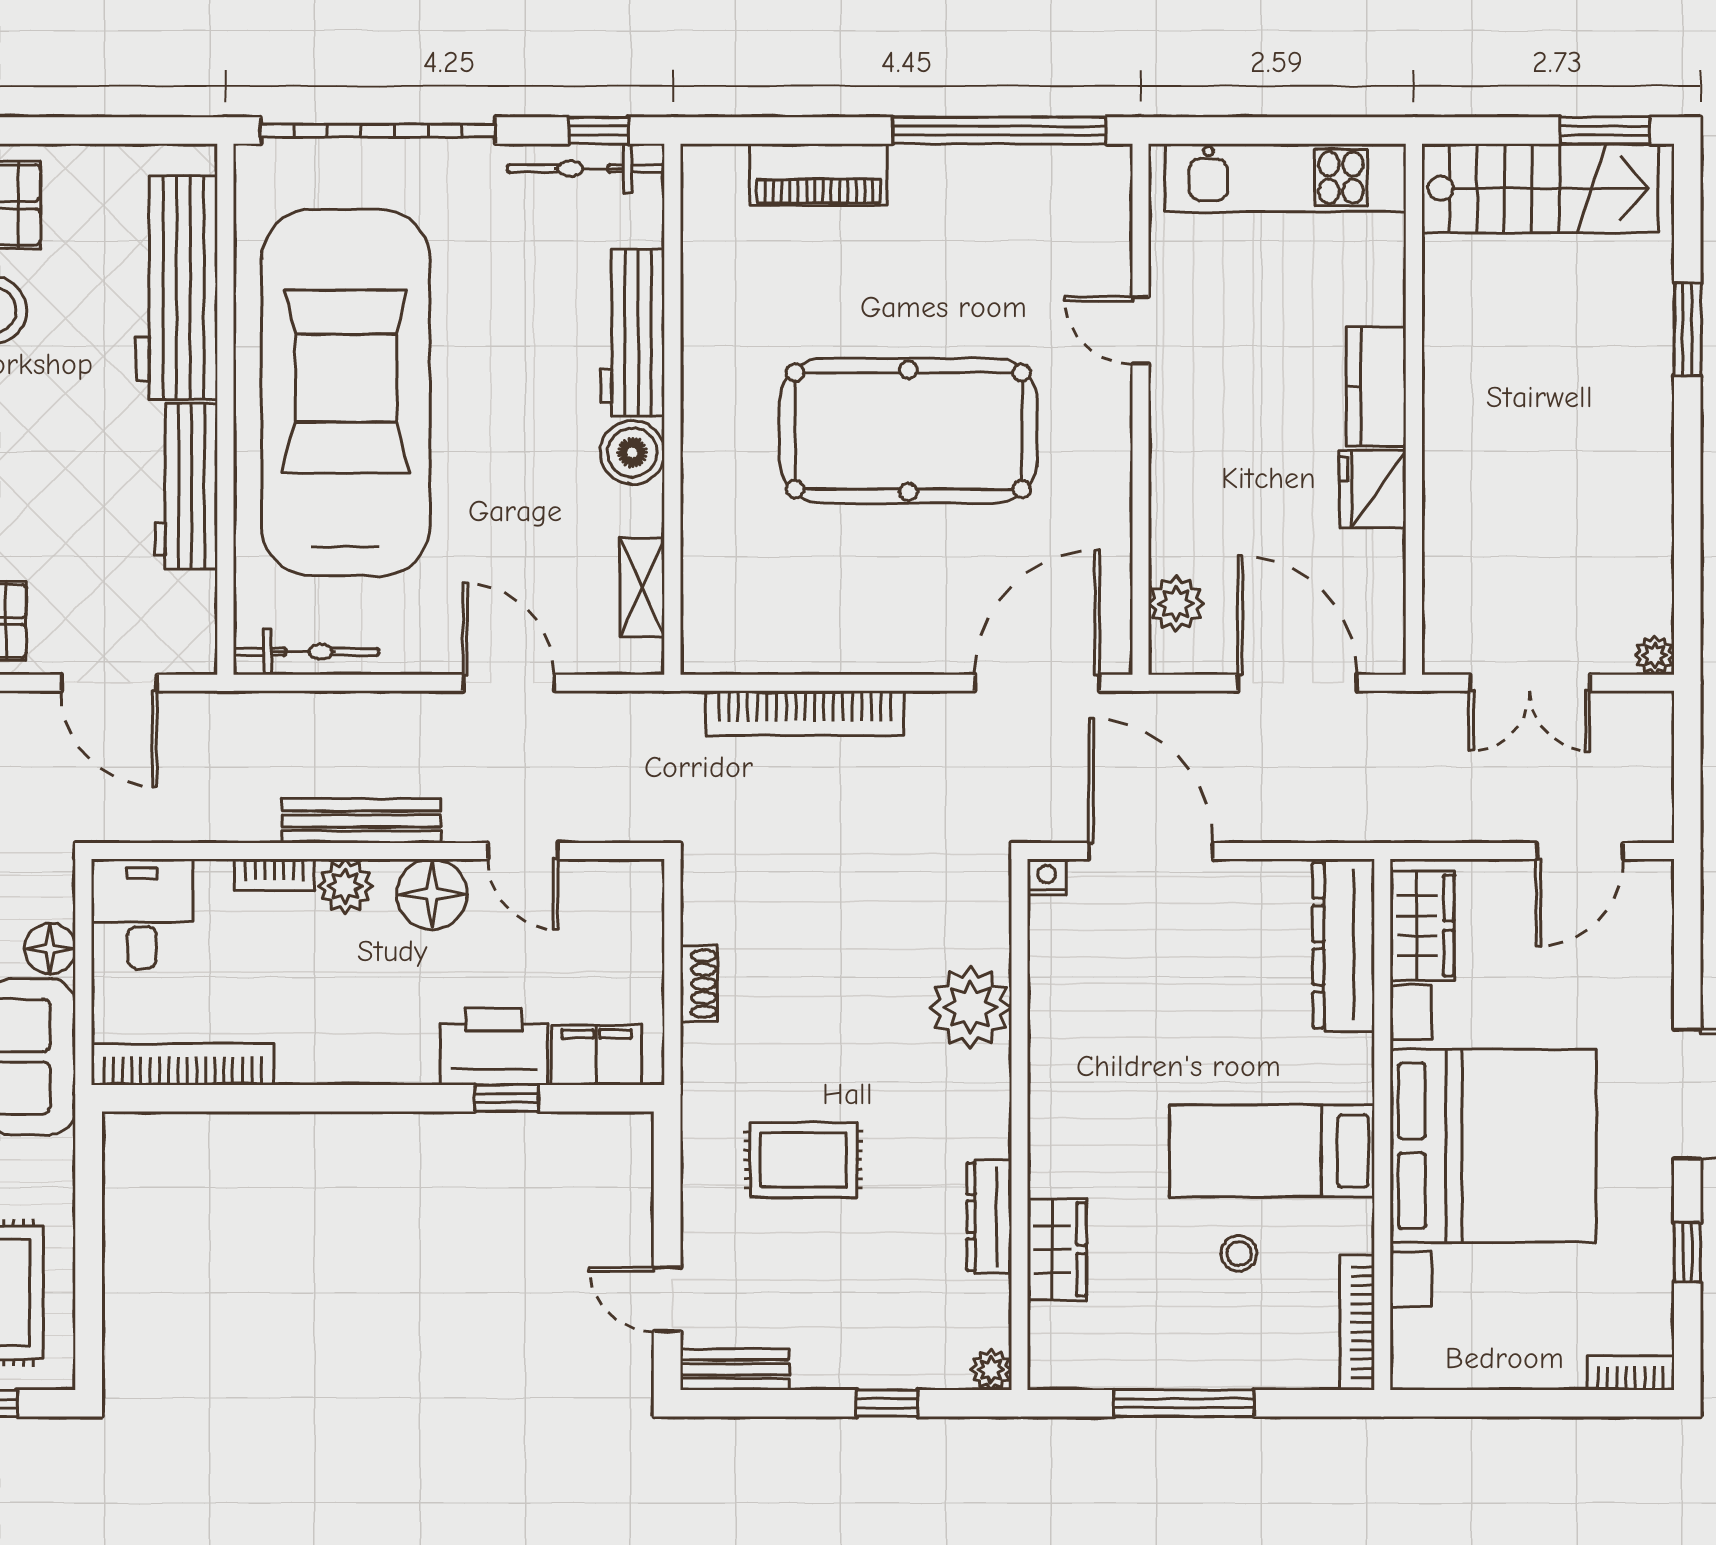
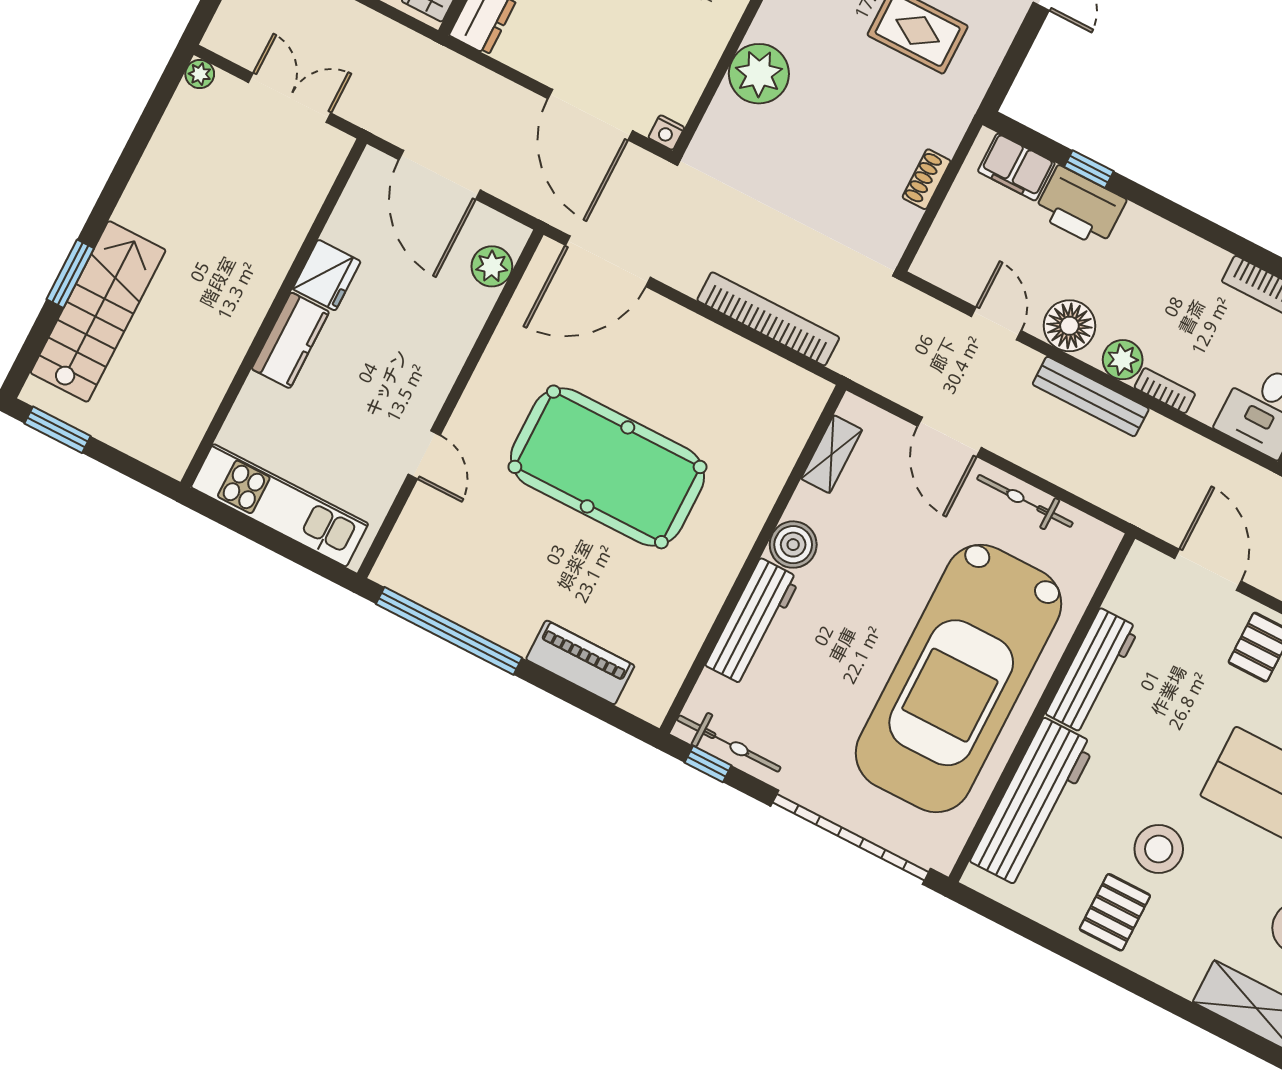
stairs: (1540, 188) -> (98, 311), moved, turned 90
bicycle: (306, 652) -> (1025, 501), moved

